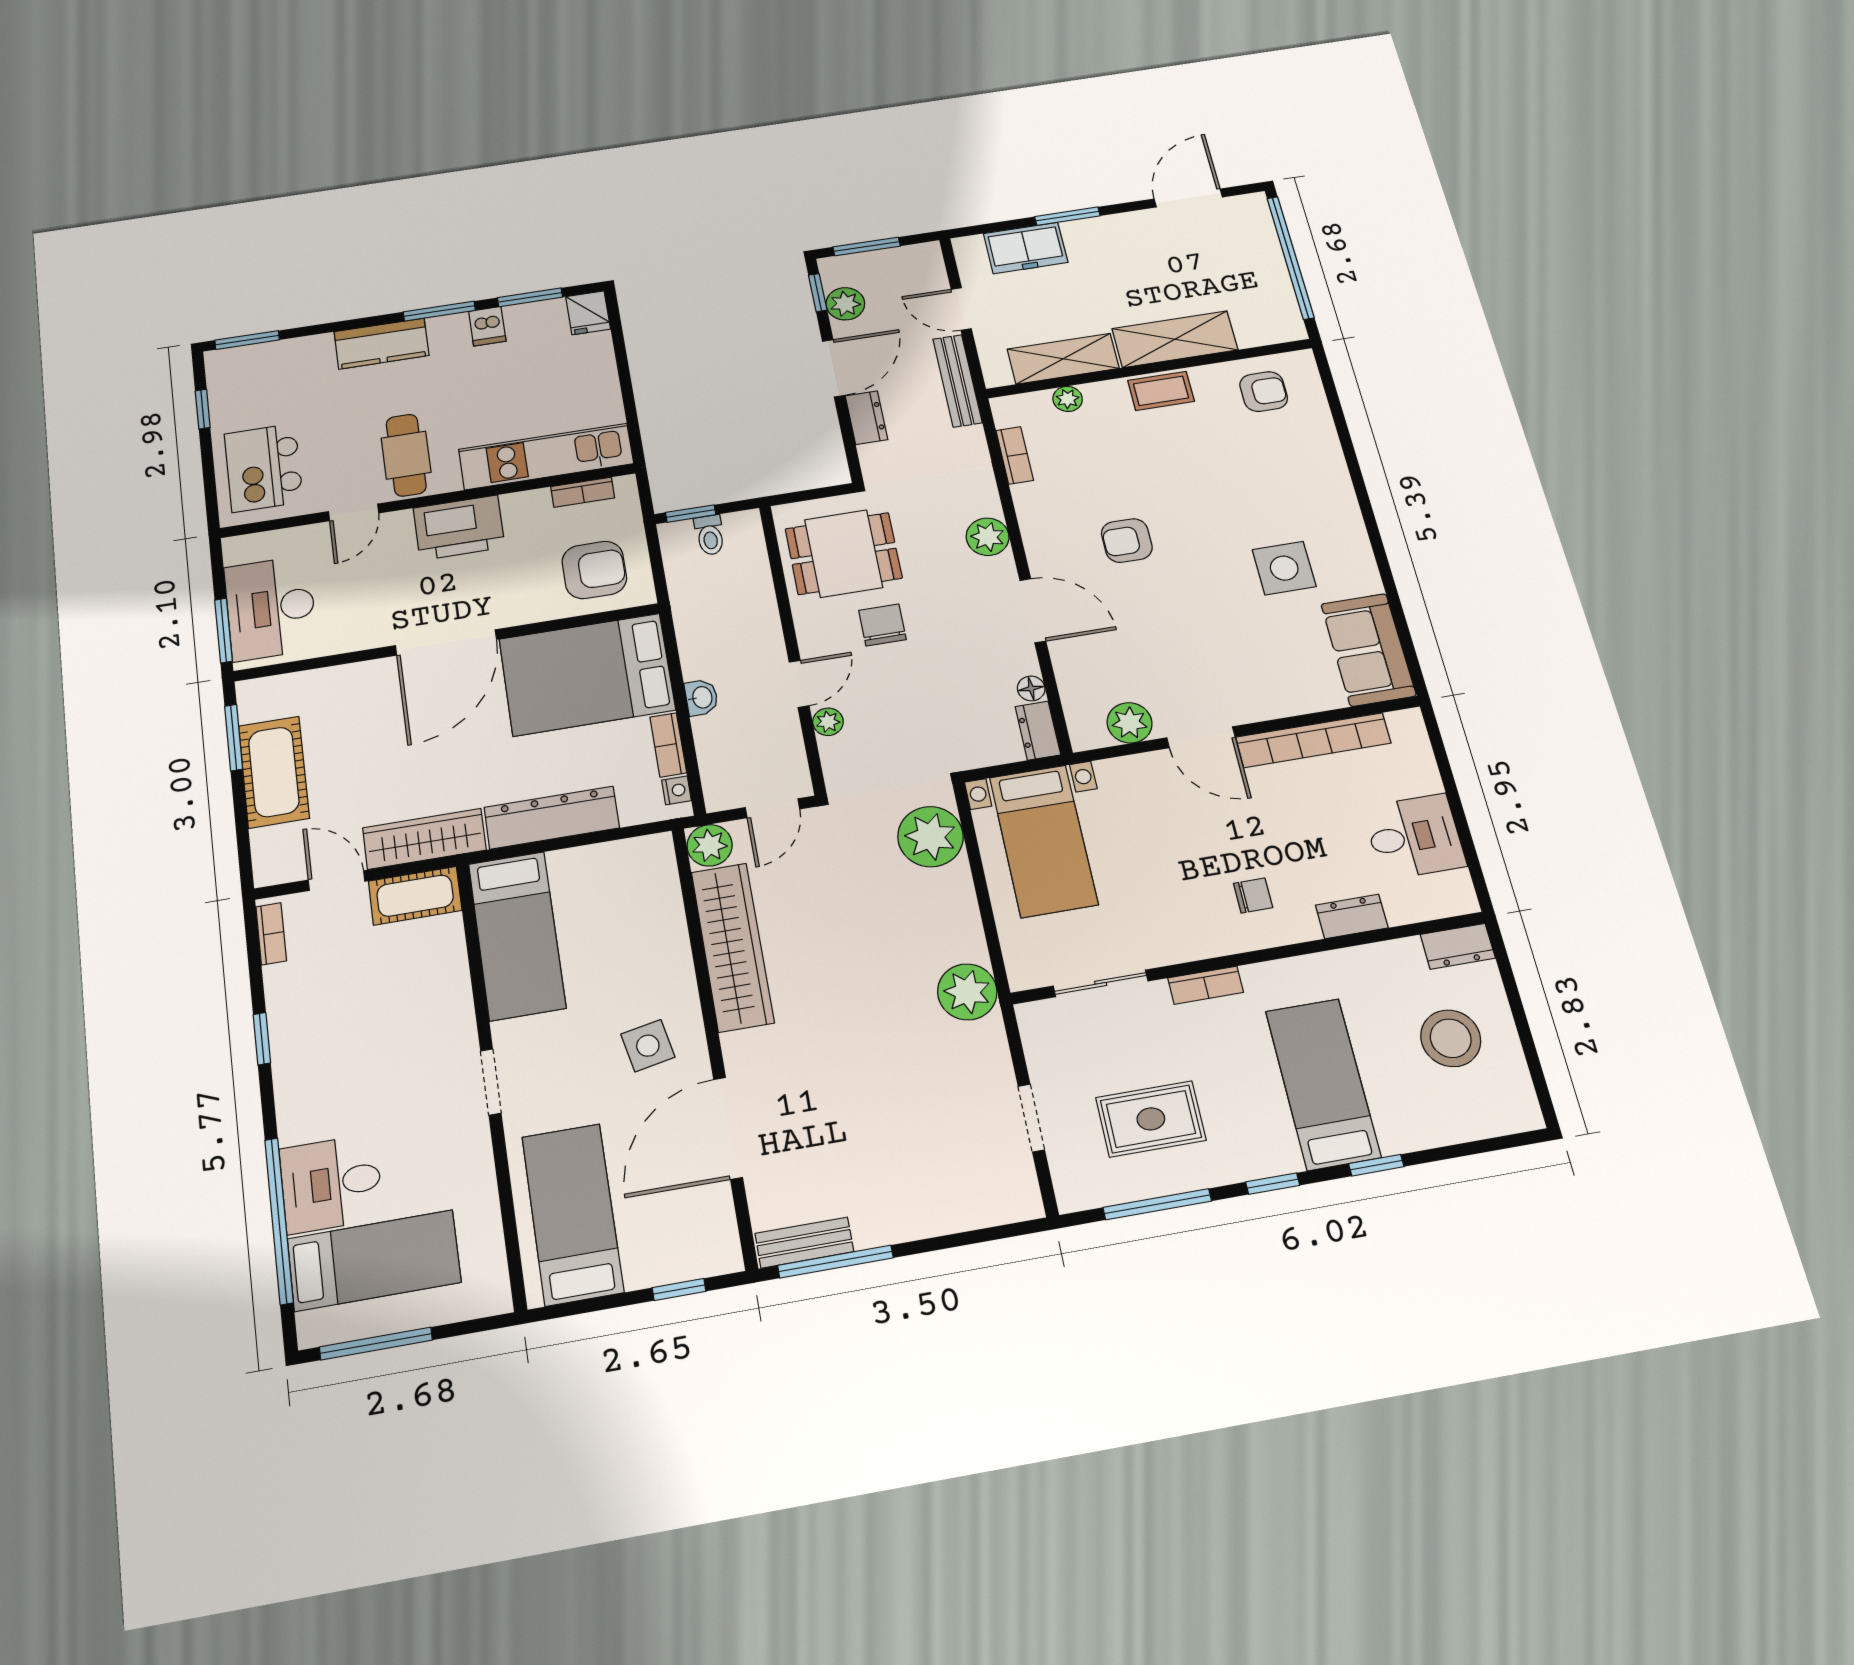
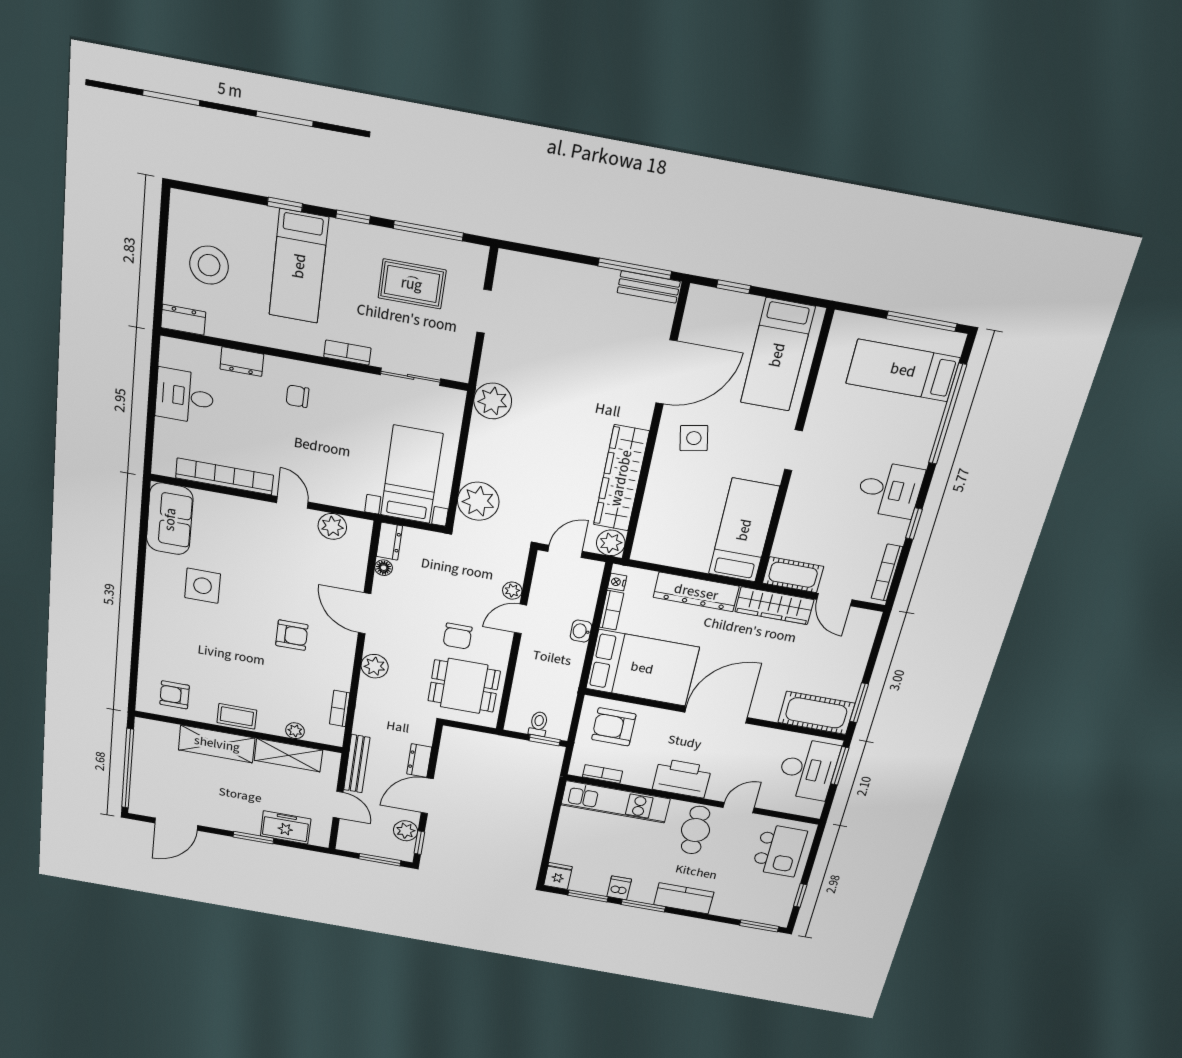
door: (1201, 737) -> (292, 502), width x0.73
cot: (274, 772) -> (816, 713), moved, turned 90
bookcase: (271, 934) -> (887, 573), width x1.56
desk: (331, 1184) -> (890, 490), moved

